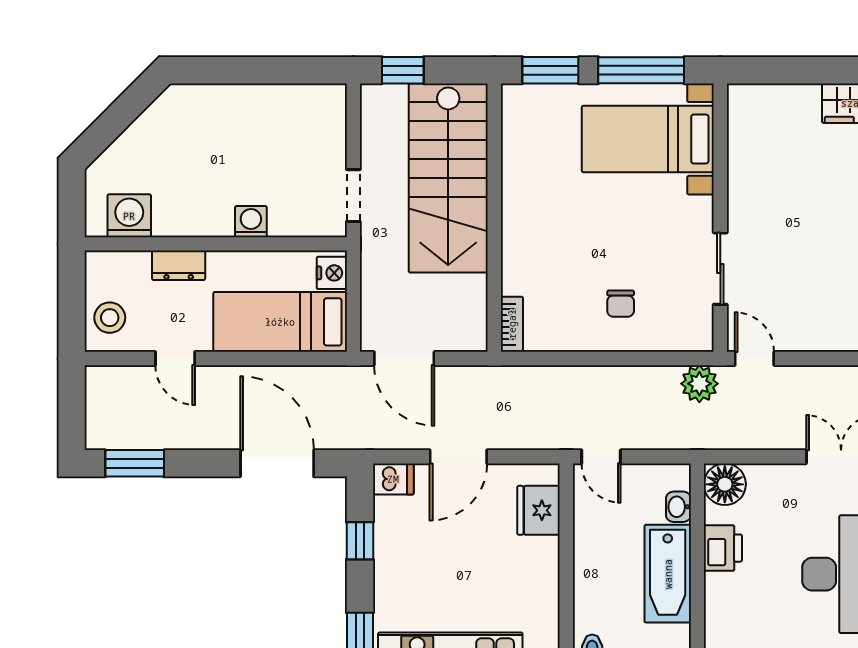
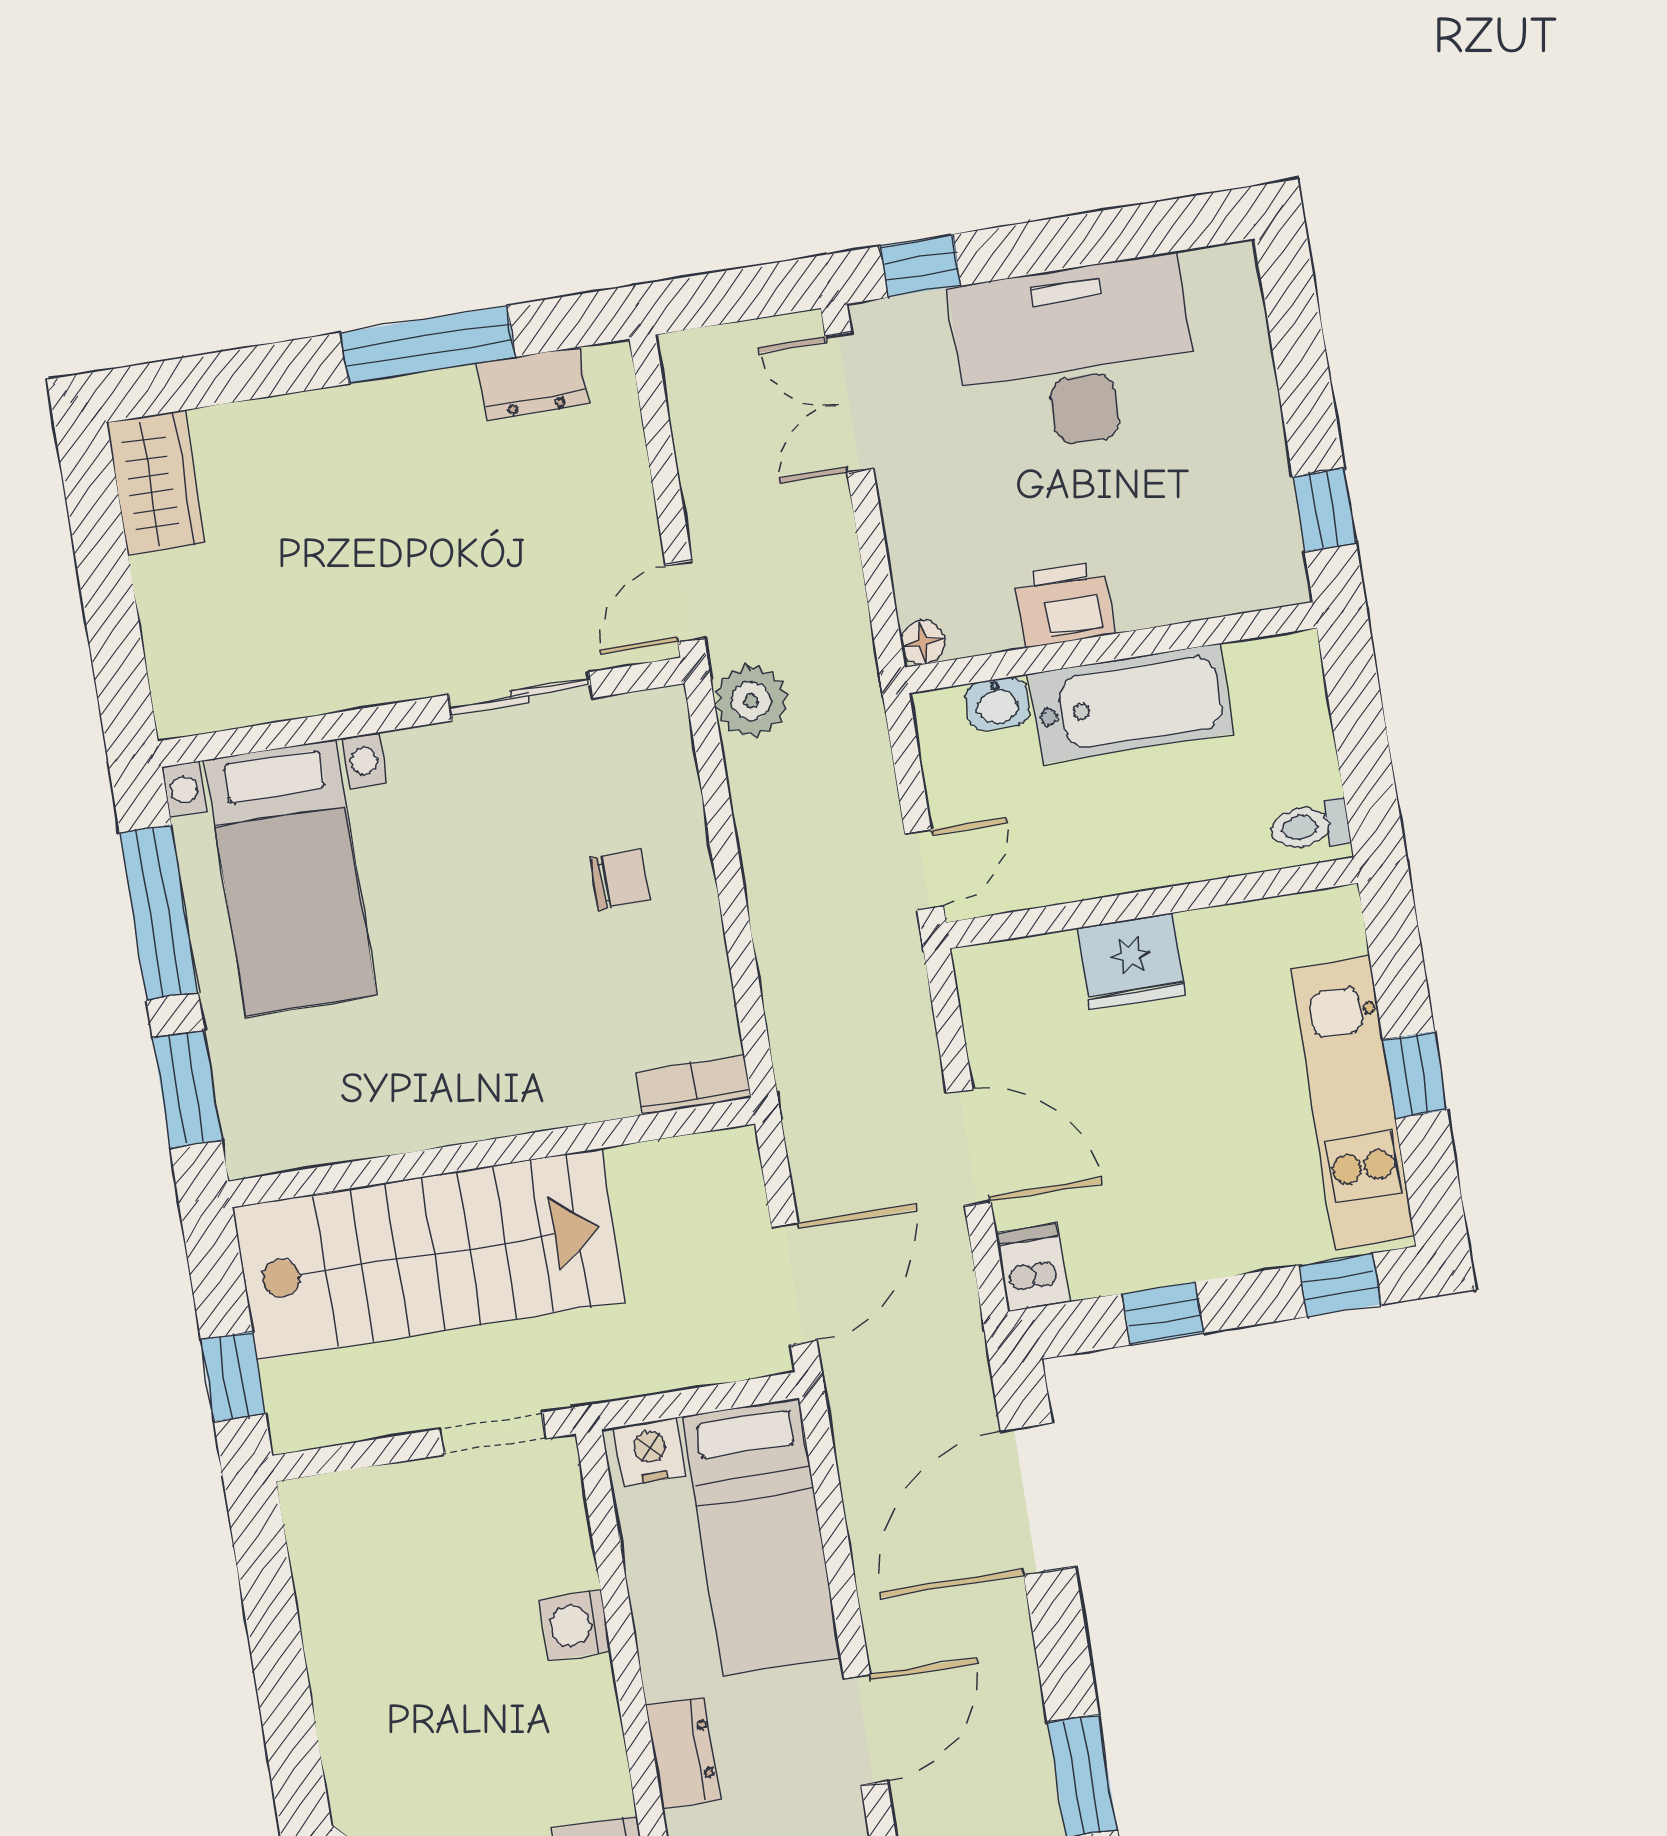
door: (175, 358) -> (866, 1730), width x1.38
floor lamp: (725, 484) -> (923, 642), width x0.53, depth x0.53
fridge: (539, 510) -> (1131, 961), moved

